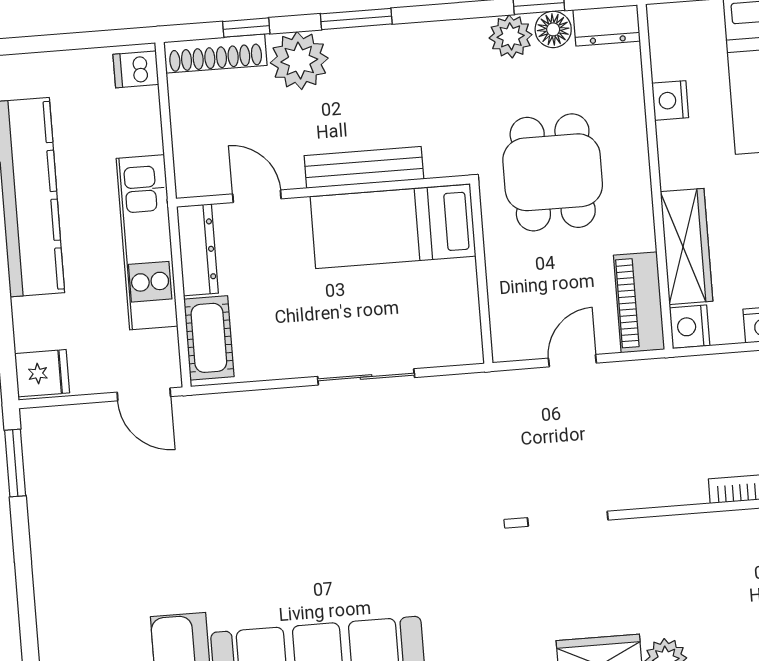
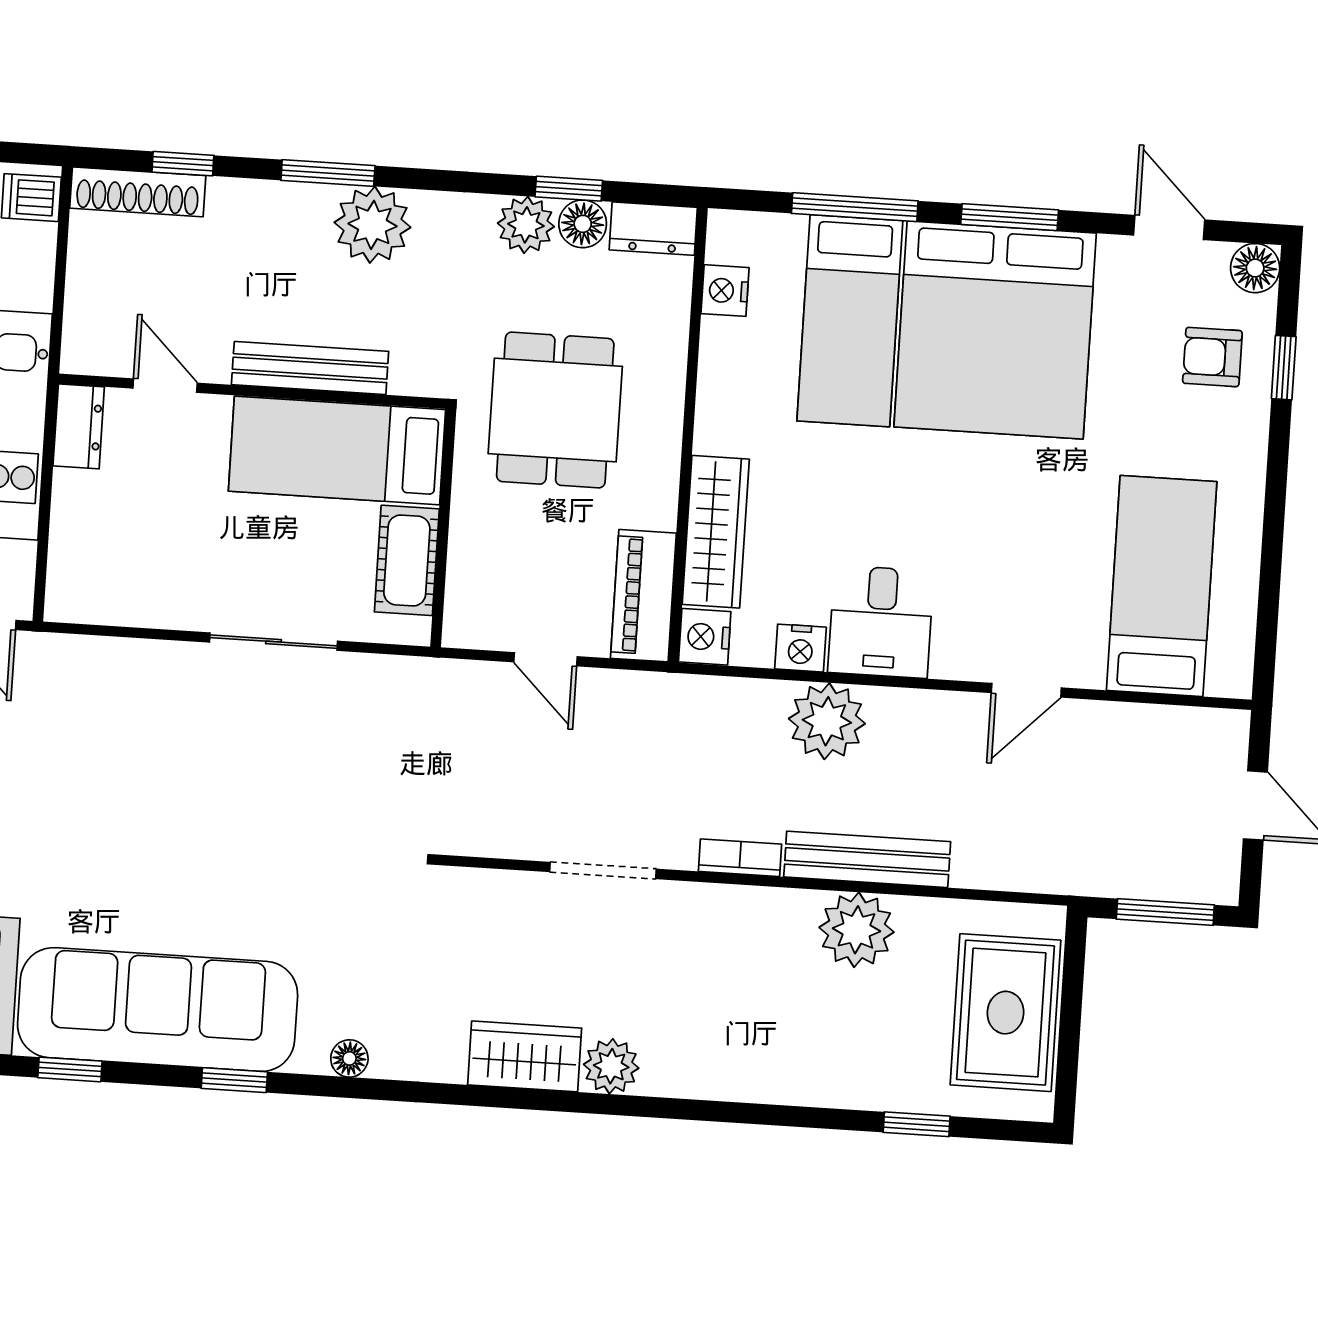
plant: (299, 61) -> (372, 225), moved
nightstand: (670, 100) -> (725, 291), moved
dresser: (197, 250) -> (79, 426), width x0.70
cot: (209, 338) -> (407, 560), moved
door: (572, 361) -> (546, 659), swing flipped
doorway: (568, 519) -> (603, 870), moved

